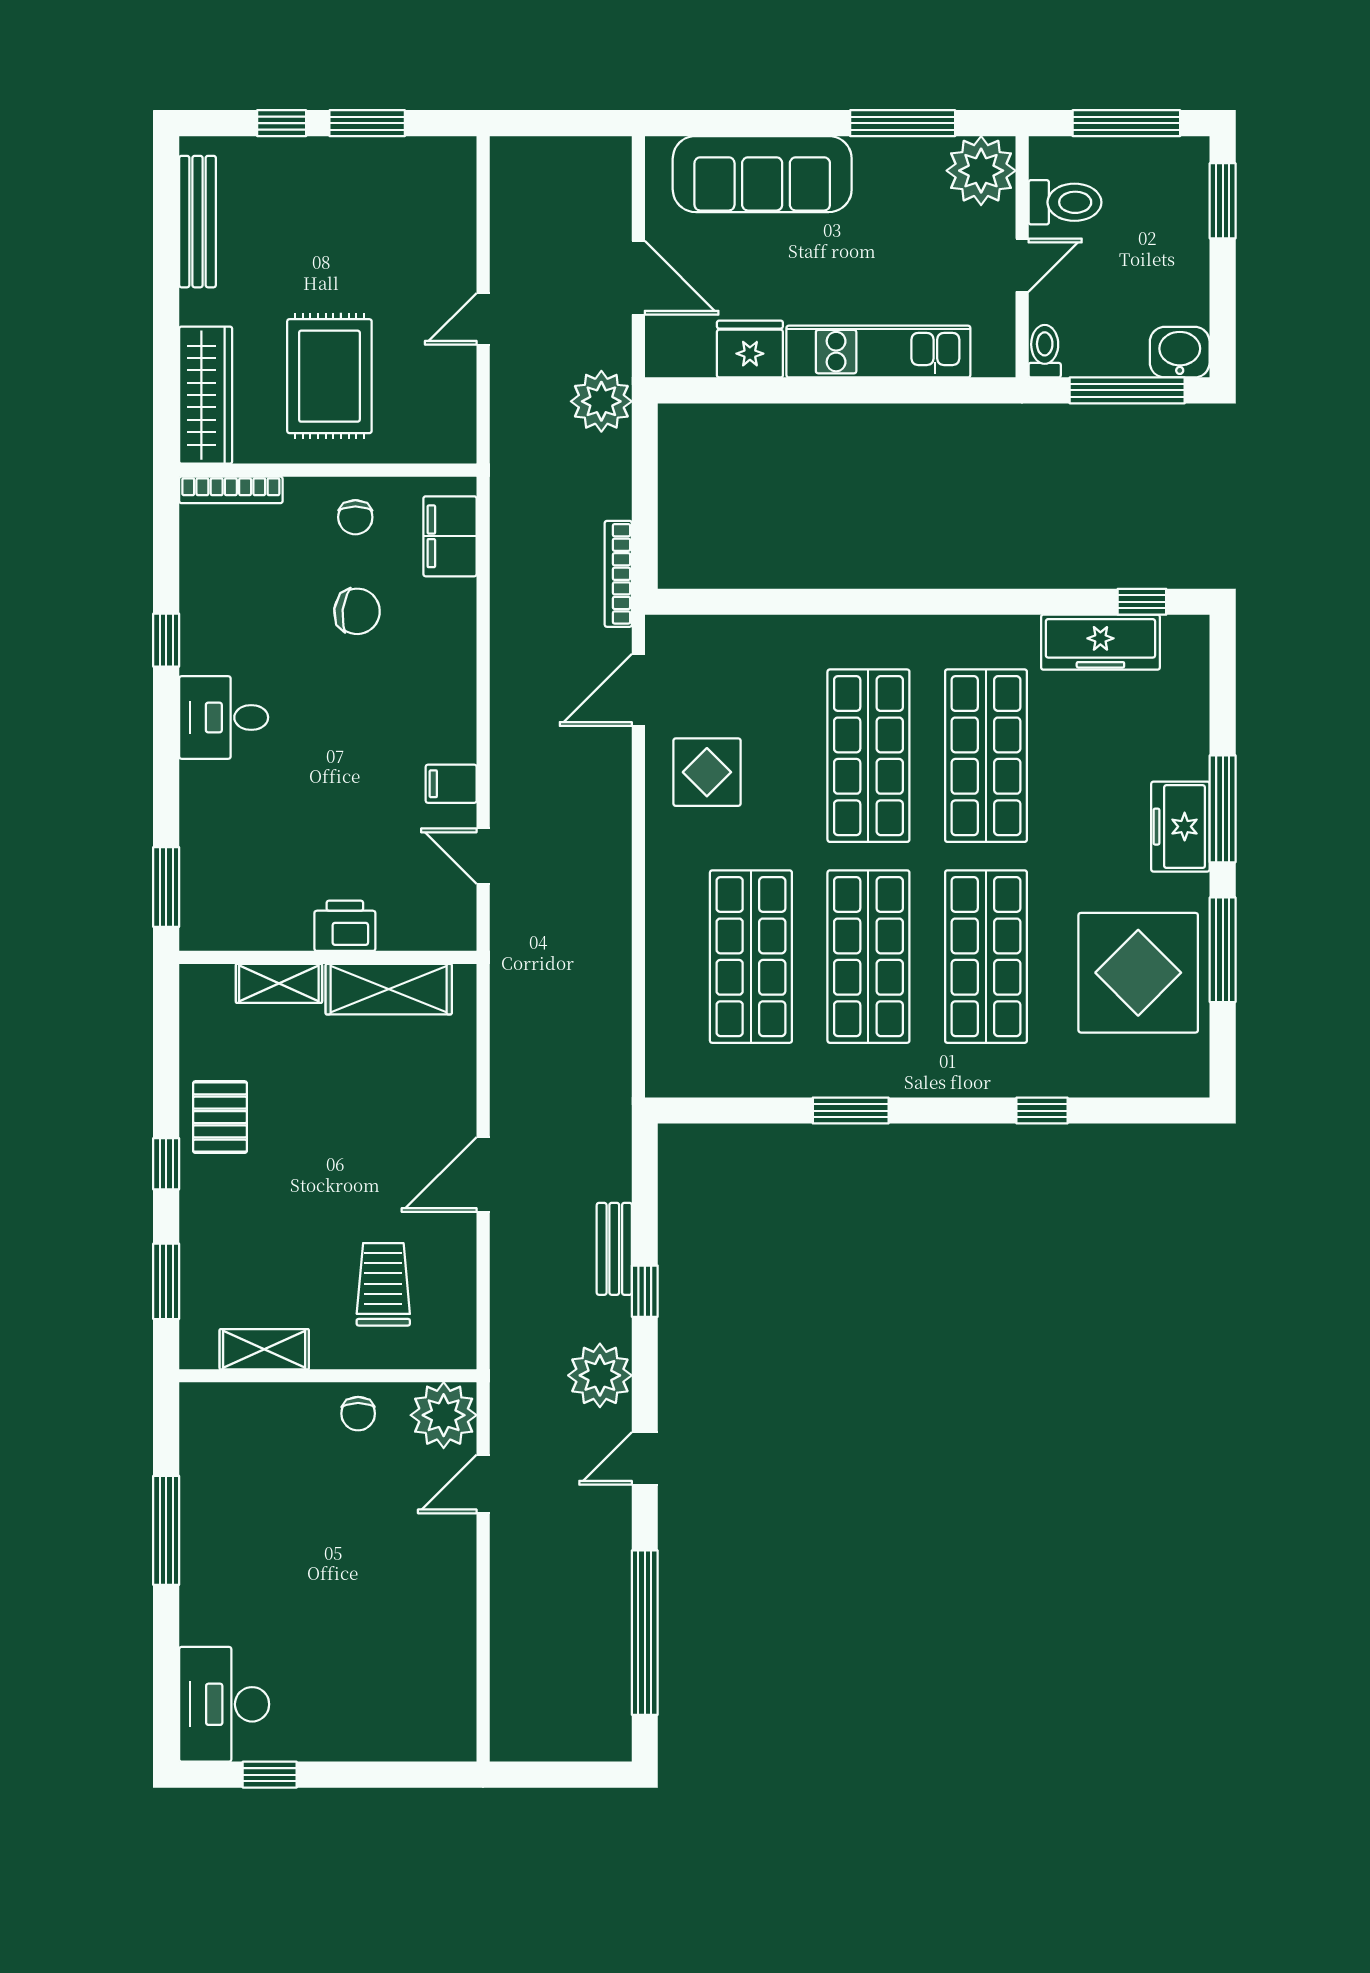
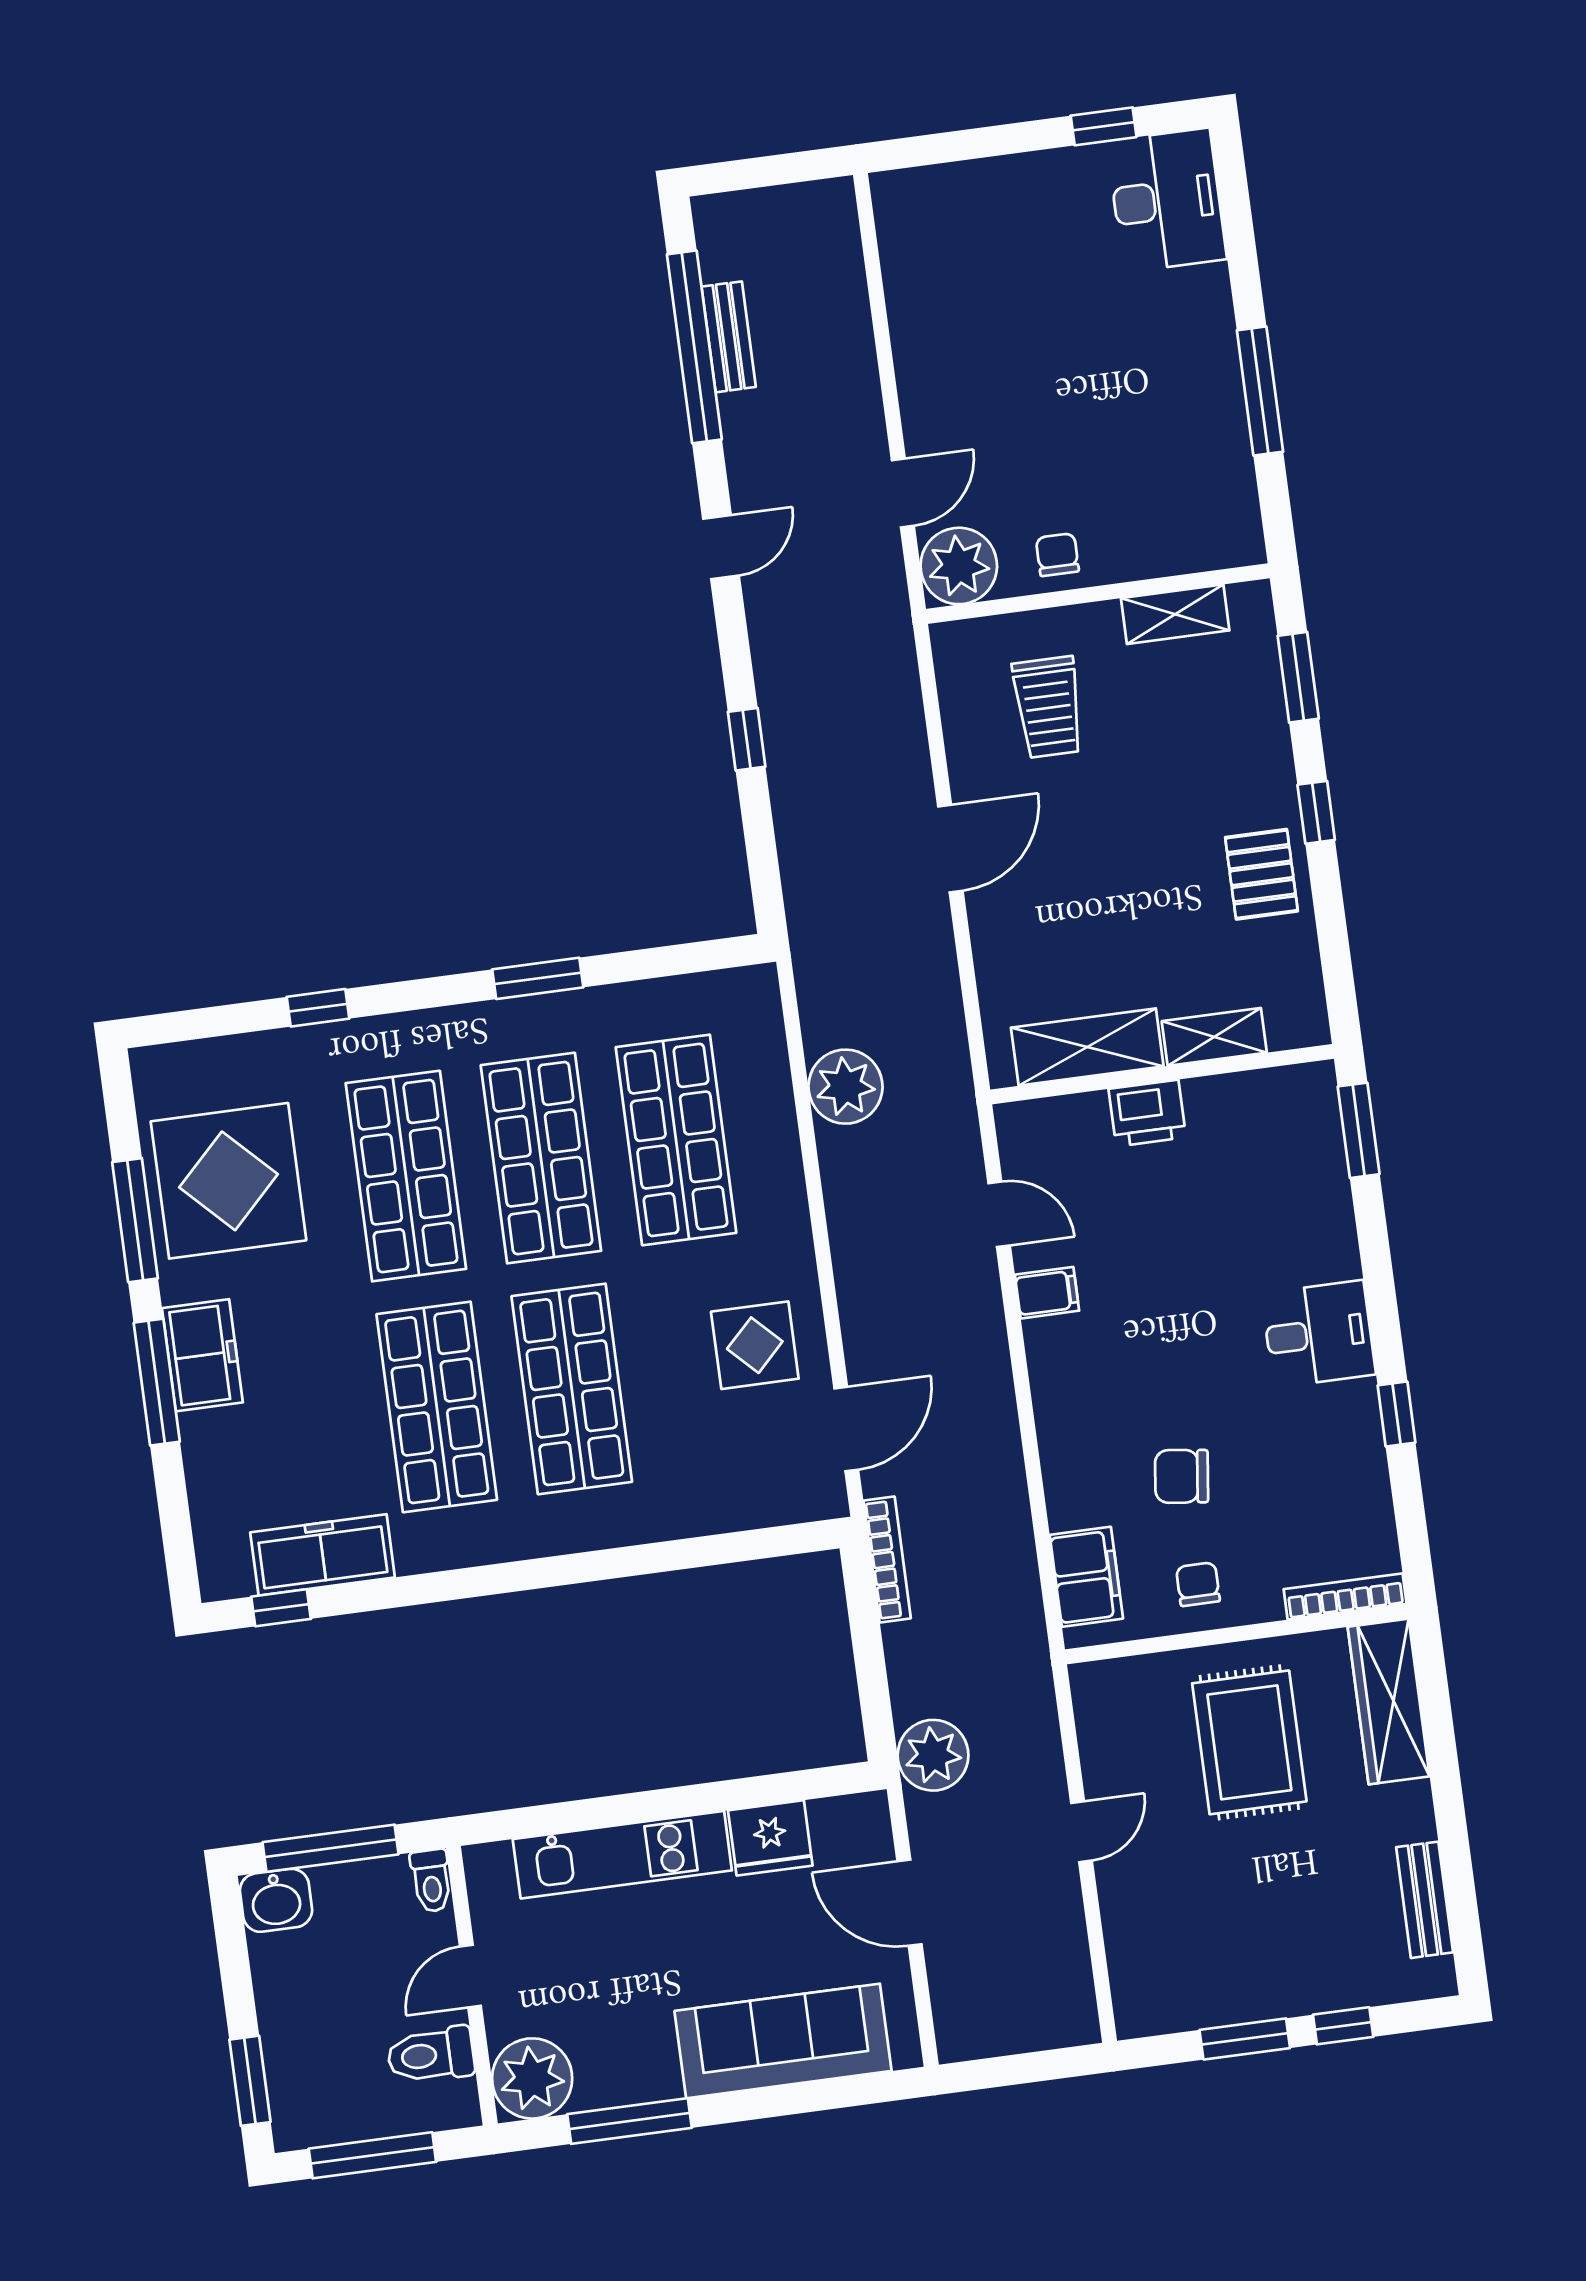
bench: (197, 222) -> (1425, 1900), width x0.73
bench: (614, 1249) -> (729, 337), moved
plant: (600, 1375) -> (846, 1087), moved

